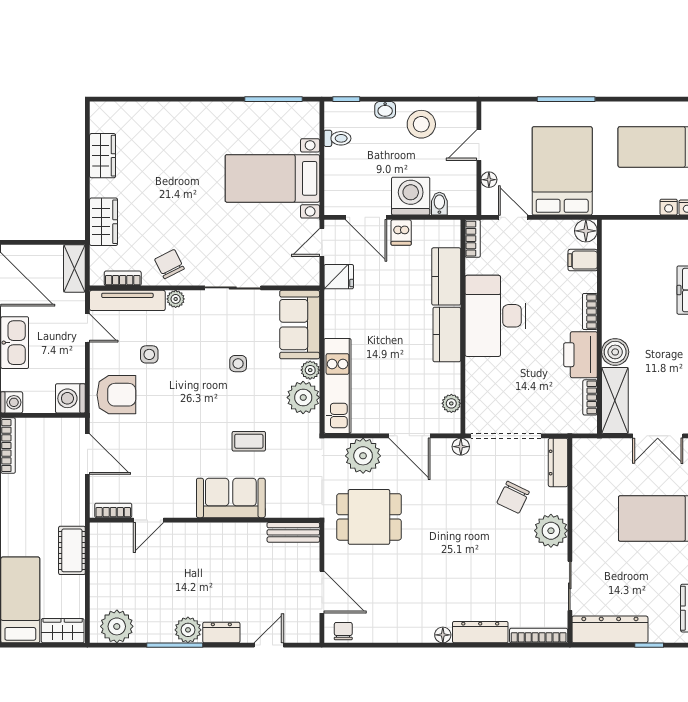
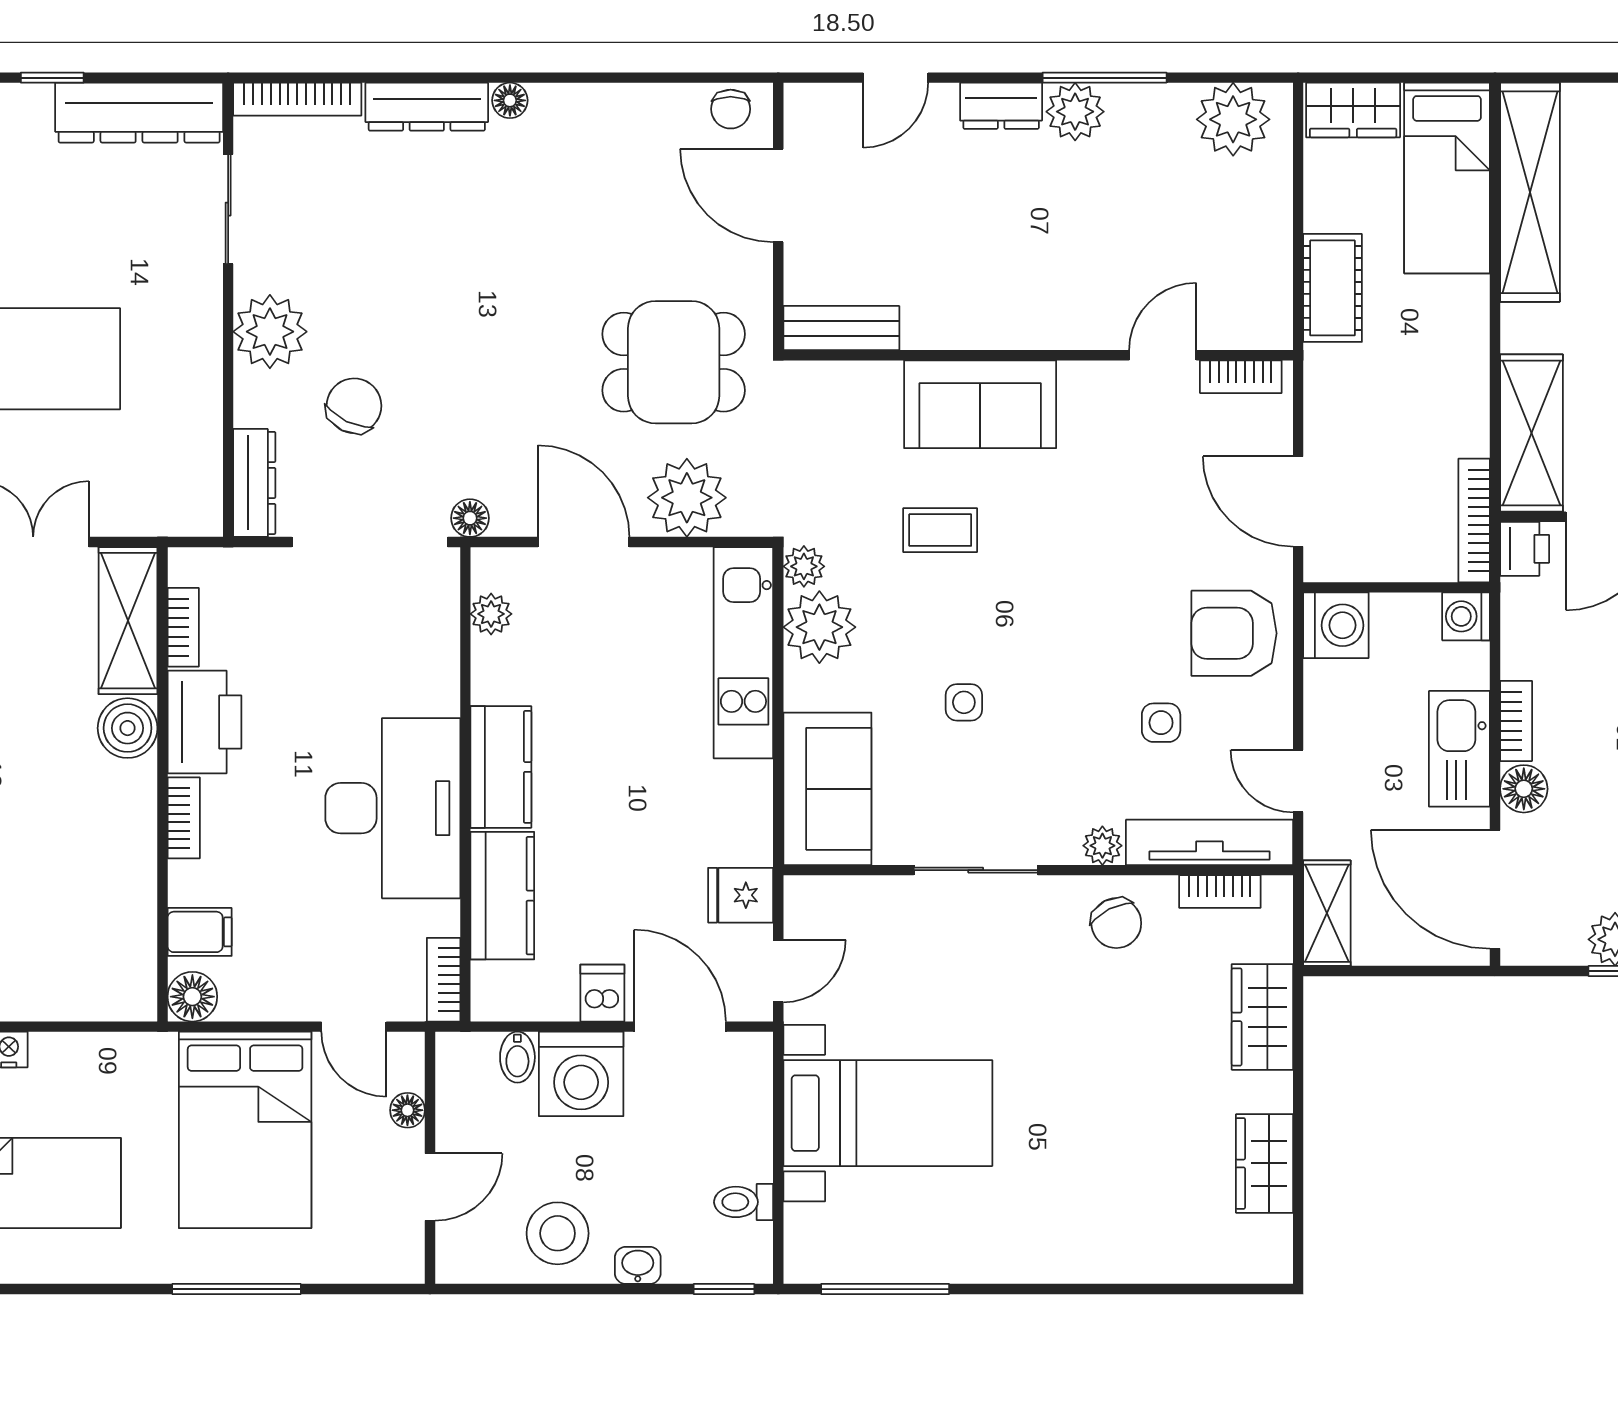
plant: (310, 370) -> (804, 566), moved

